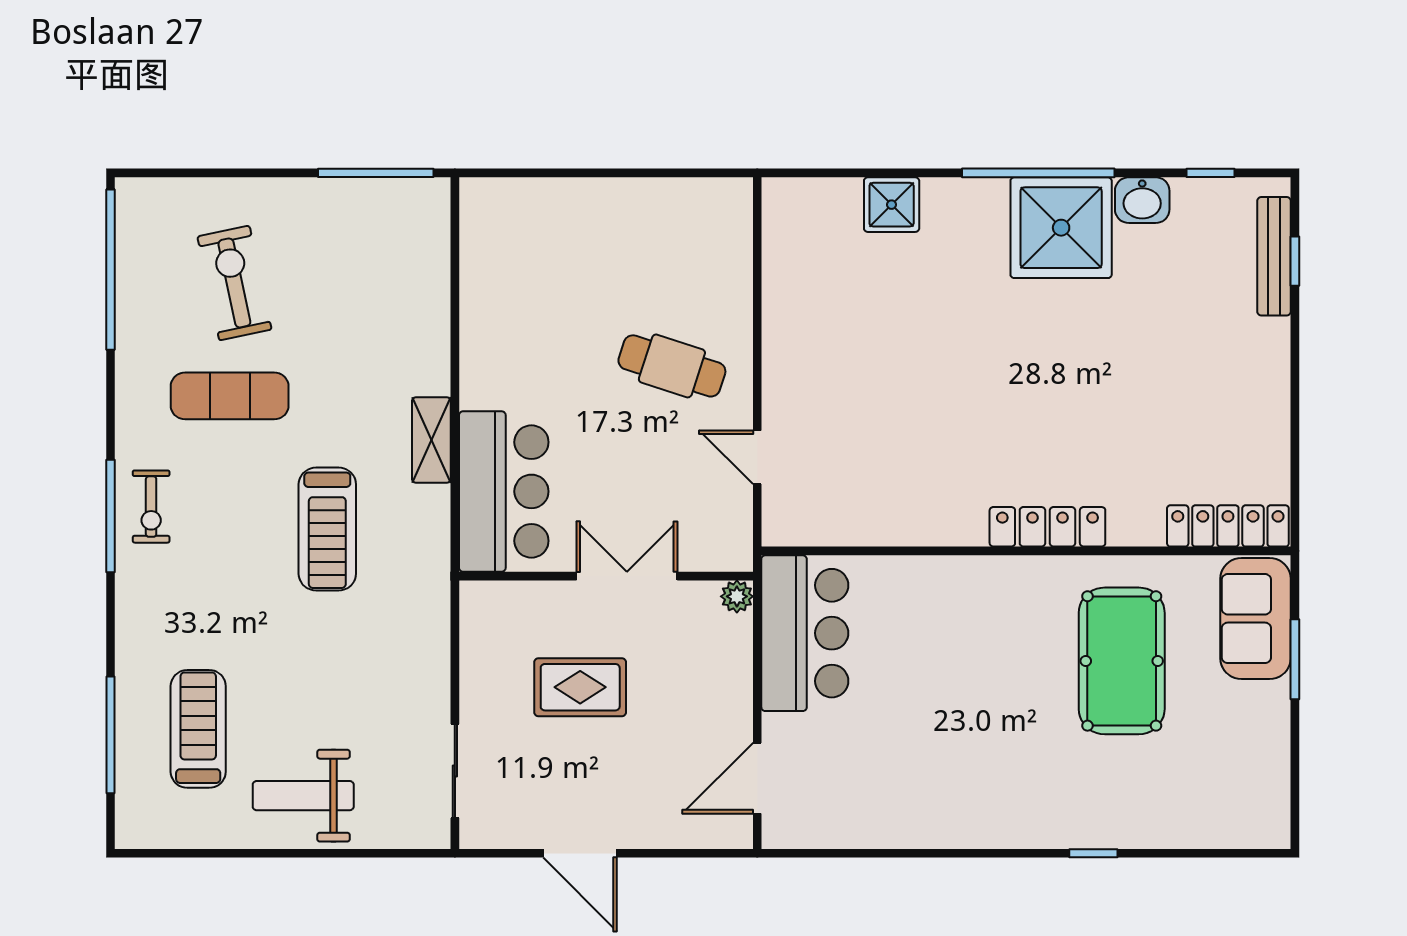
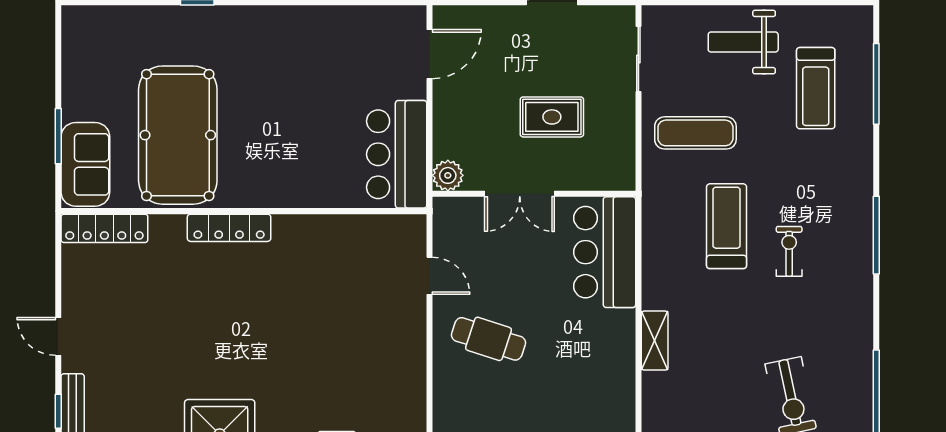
door: (1295, 369) -> (58, 336), added
exercise mat: (230, 396) -> (695, 133), moved
shelving: (431, 440) -> (655, 341), moved
exercise bike: (151, 507) -> (789, 251), moved
plant: (737, 596) -> (448, 175), width x1.38, depth x1.38
pool table: (1122, 661) -> (178, 135), width x1.36, depth x1.32
weight bench: (303, 796) -> (743, 42), turned 180

